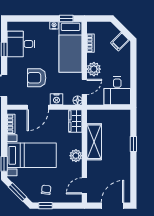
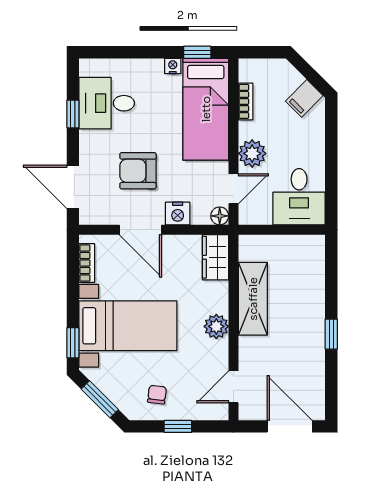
door: (38, 107) -> (140, 230), hinge flipped
window: (133, 144) -> (331, 334), moved
window: (45, 206) -> (178, 426), moved
door: (113, 206) -> (290, 426), hinge flipped

